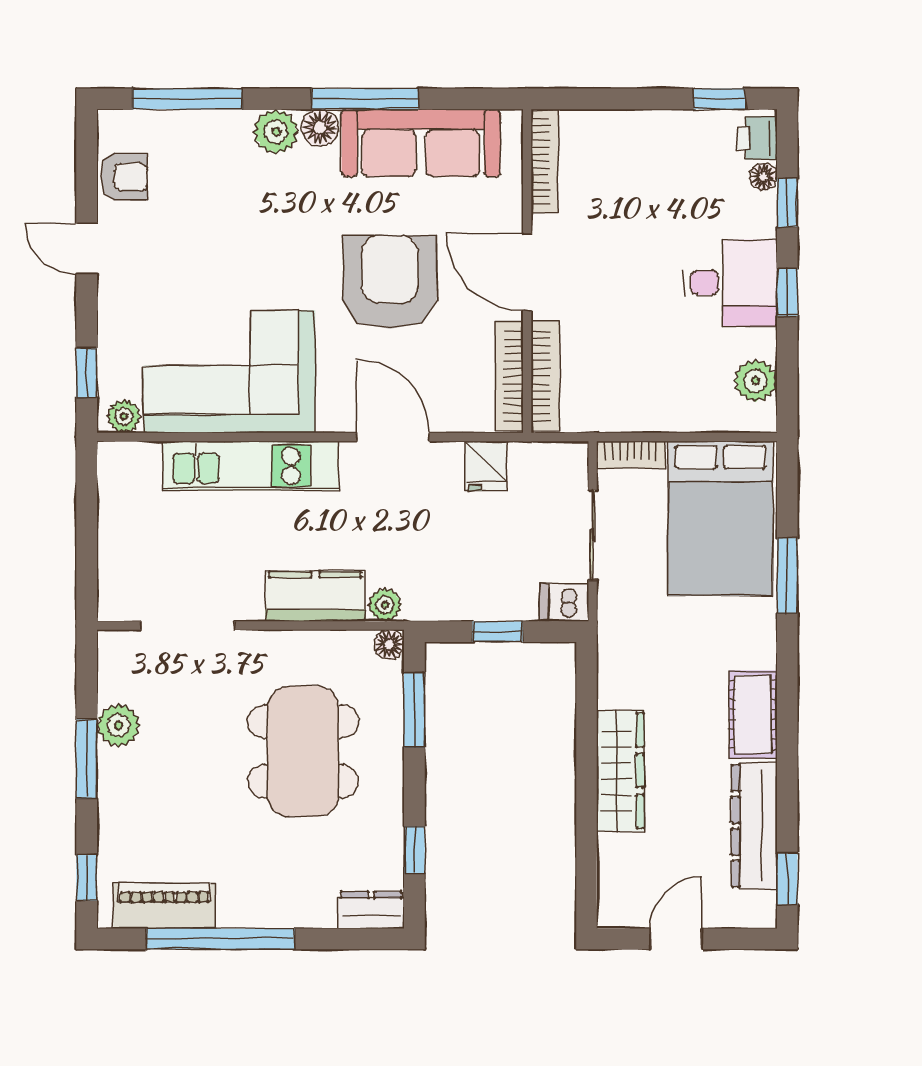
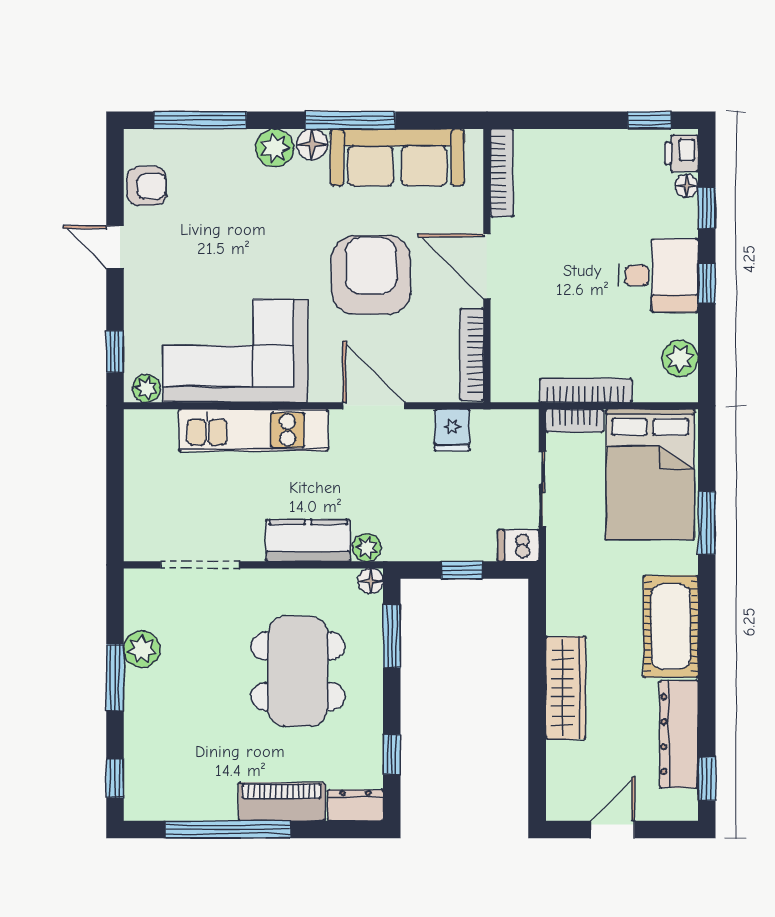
bookcase: (545, 376) -> (586, 390), moved, turned -90
cot: (753, 715) -> (671, 626), width x1.37, depth x1.34
piano: (164, 906) -> (282, 802), moved

